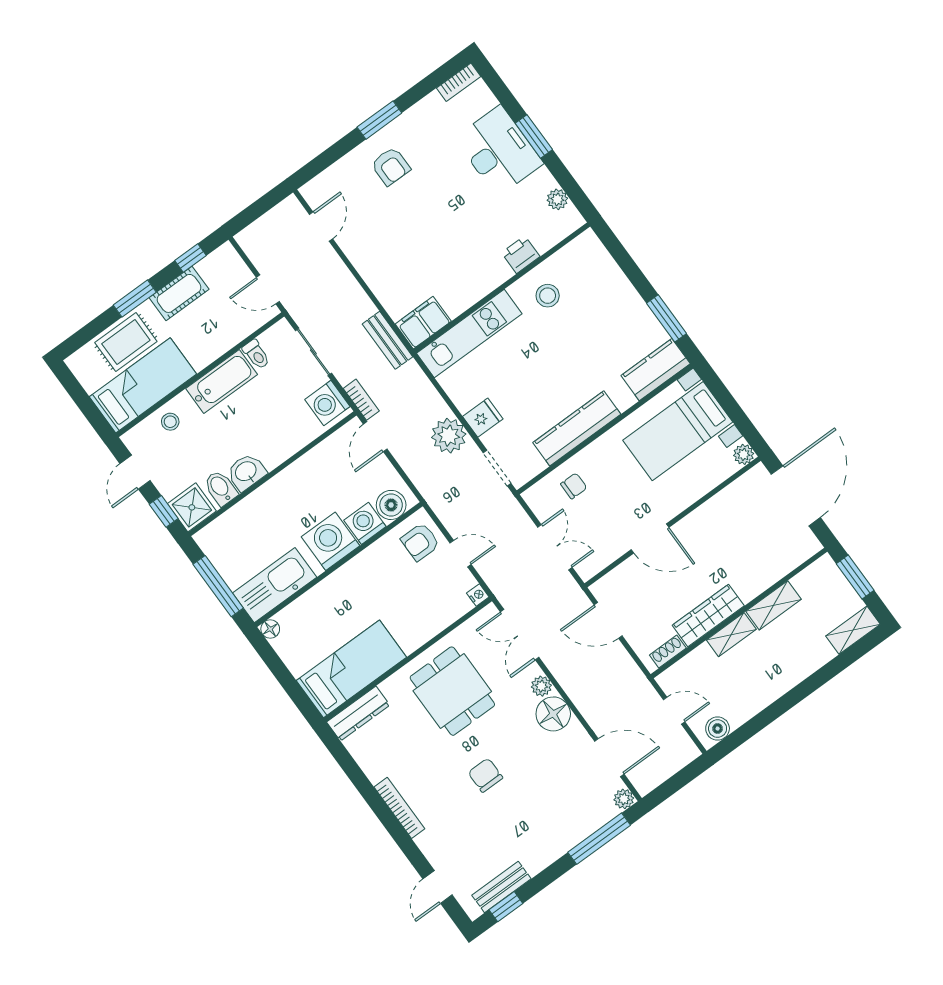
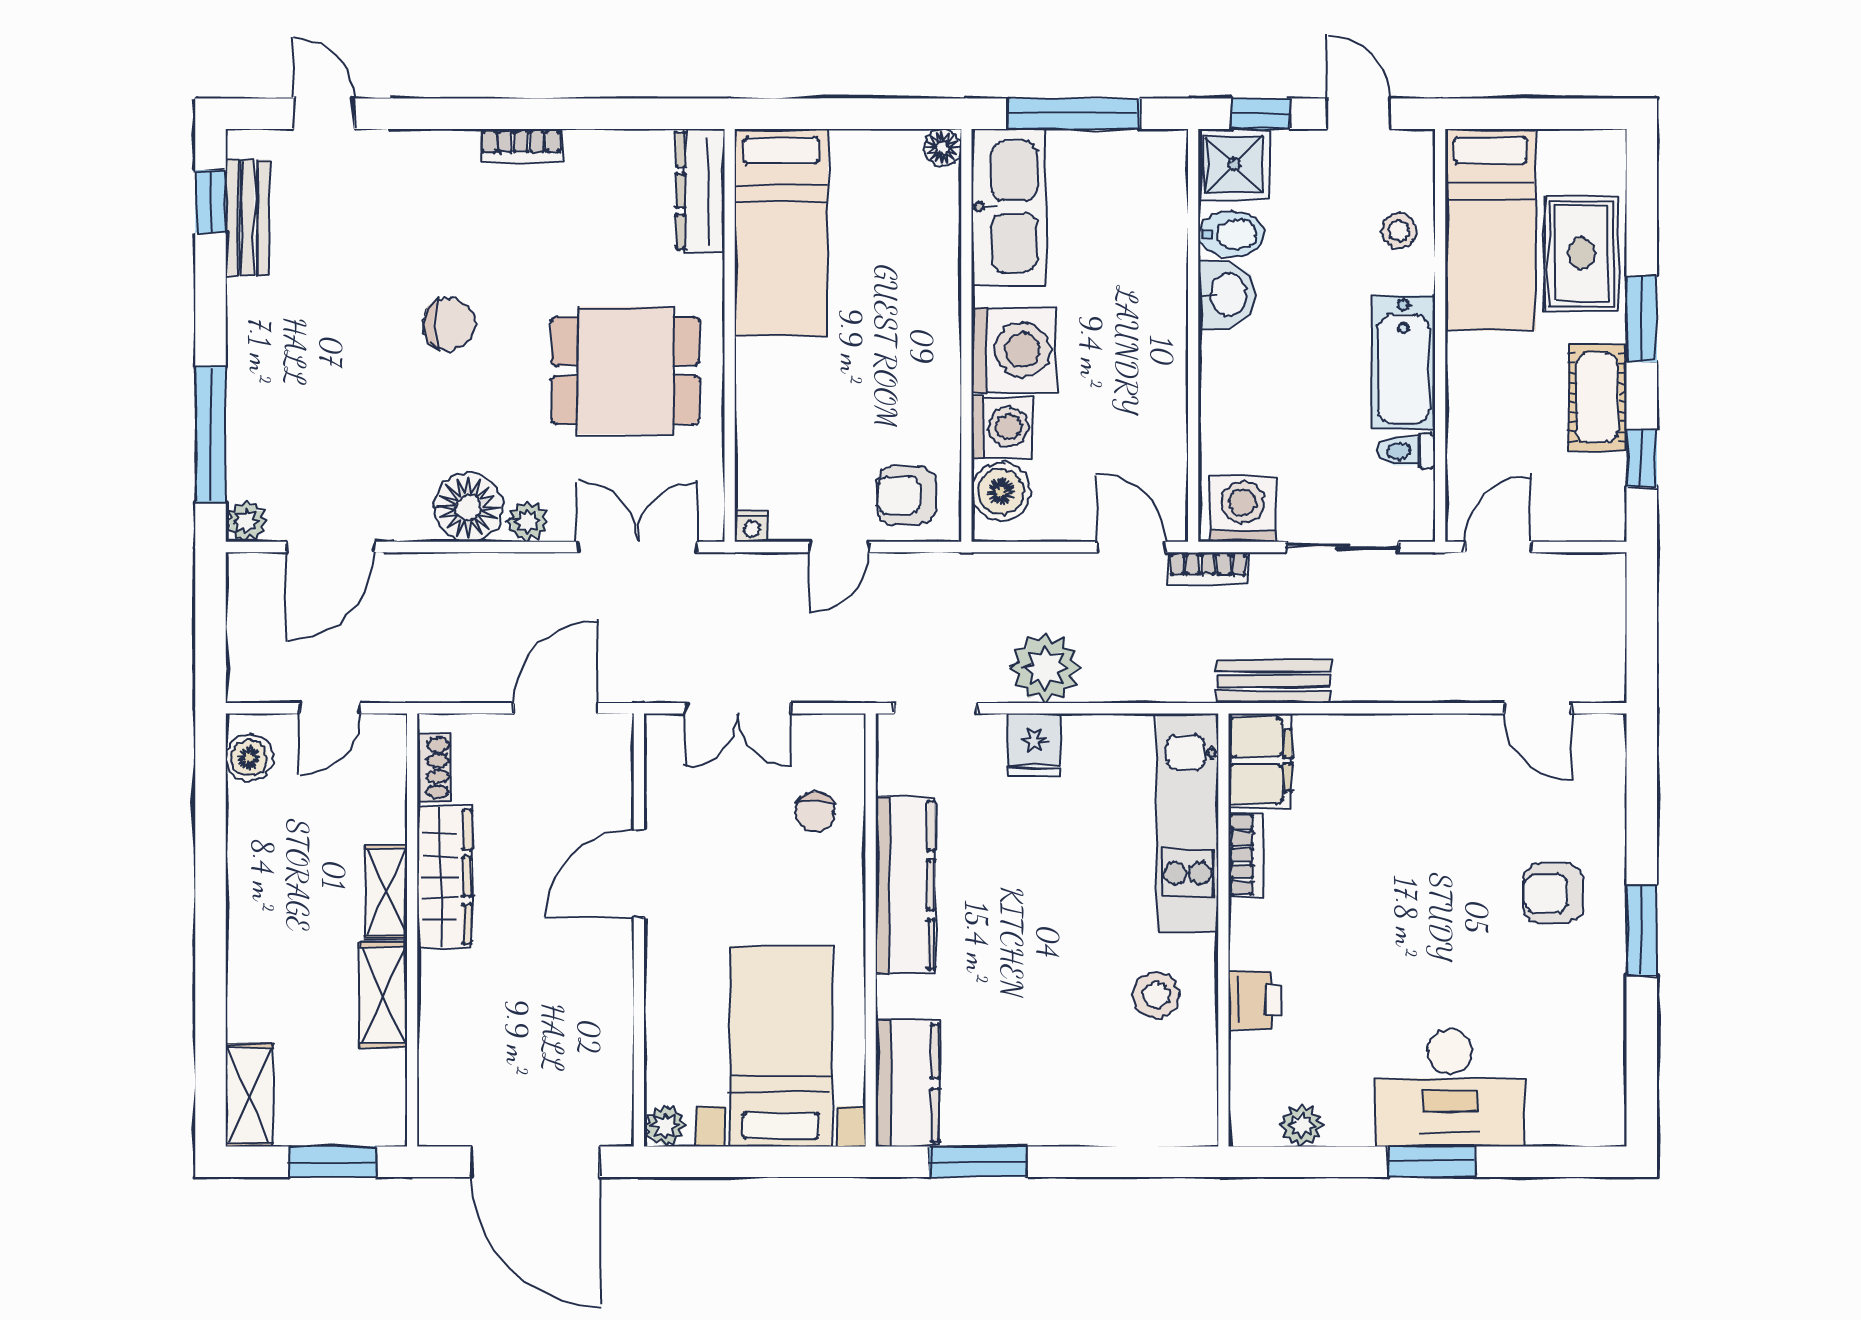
bookcase: (459, 82) -> (1246, 855), moved, turned 180
armchair: (420, 542) -> (906, 495), turned -90
bookcase: (399, 808) -> (521, 145), width x0.64

